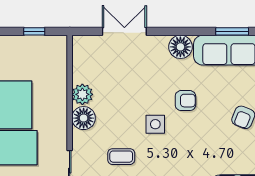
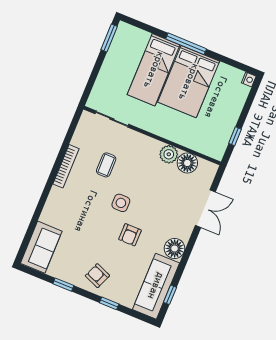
window: (232, 31) -> (170, 295), width x0.67
floor lamp: (84, 118) -> (187, 163), moved

